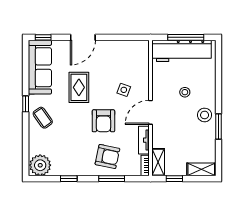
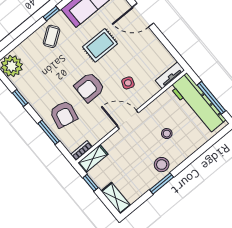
tv unit: (144, 140) -> (170, 75), moved

